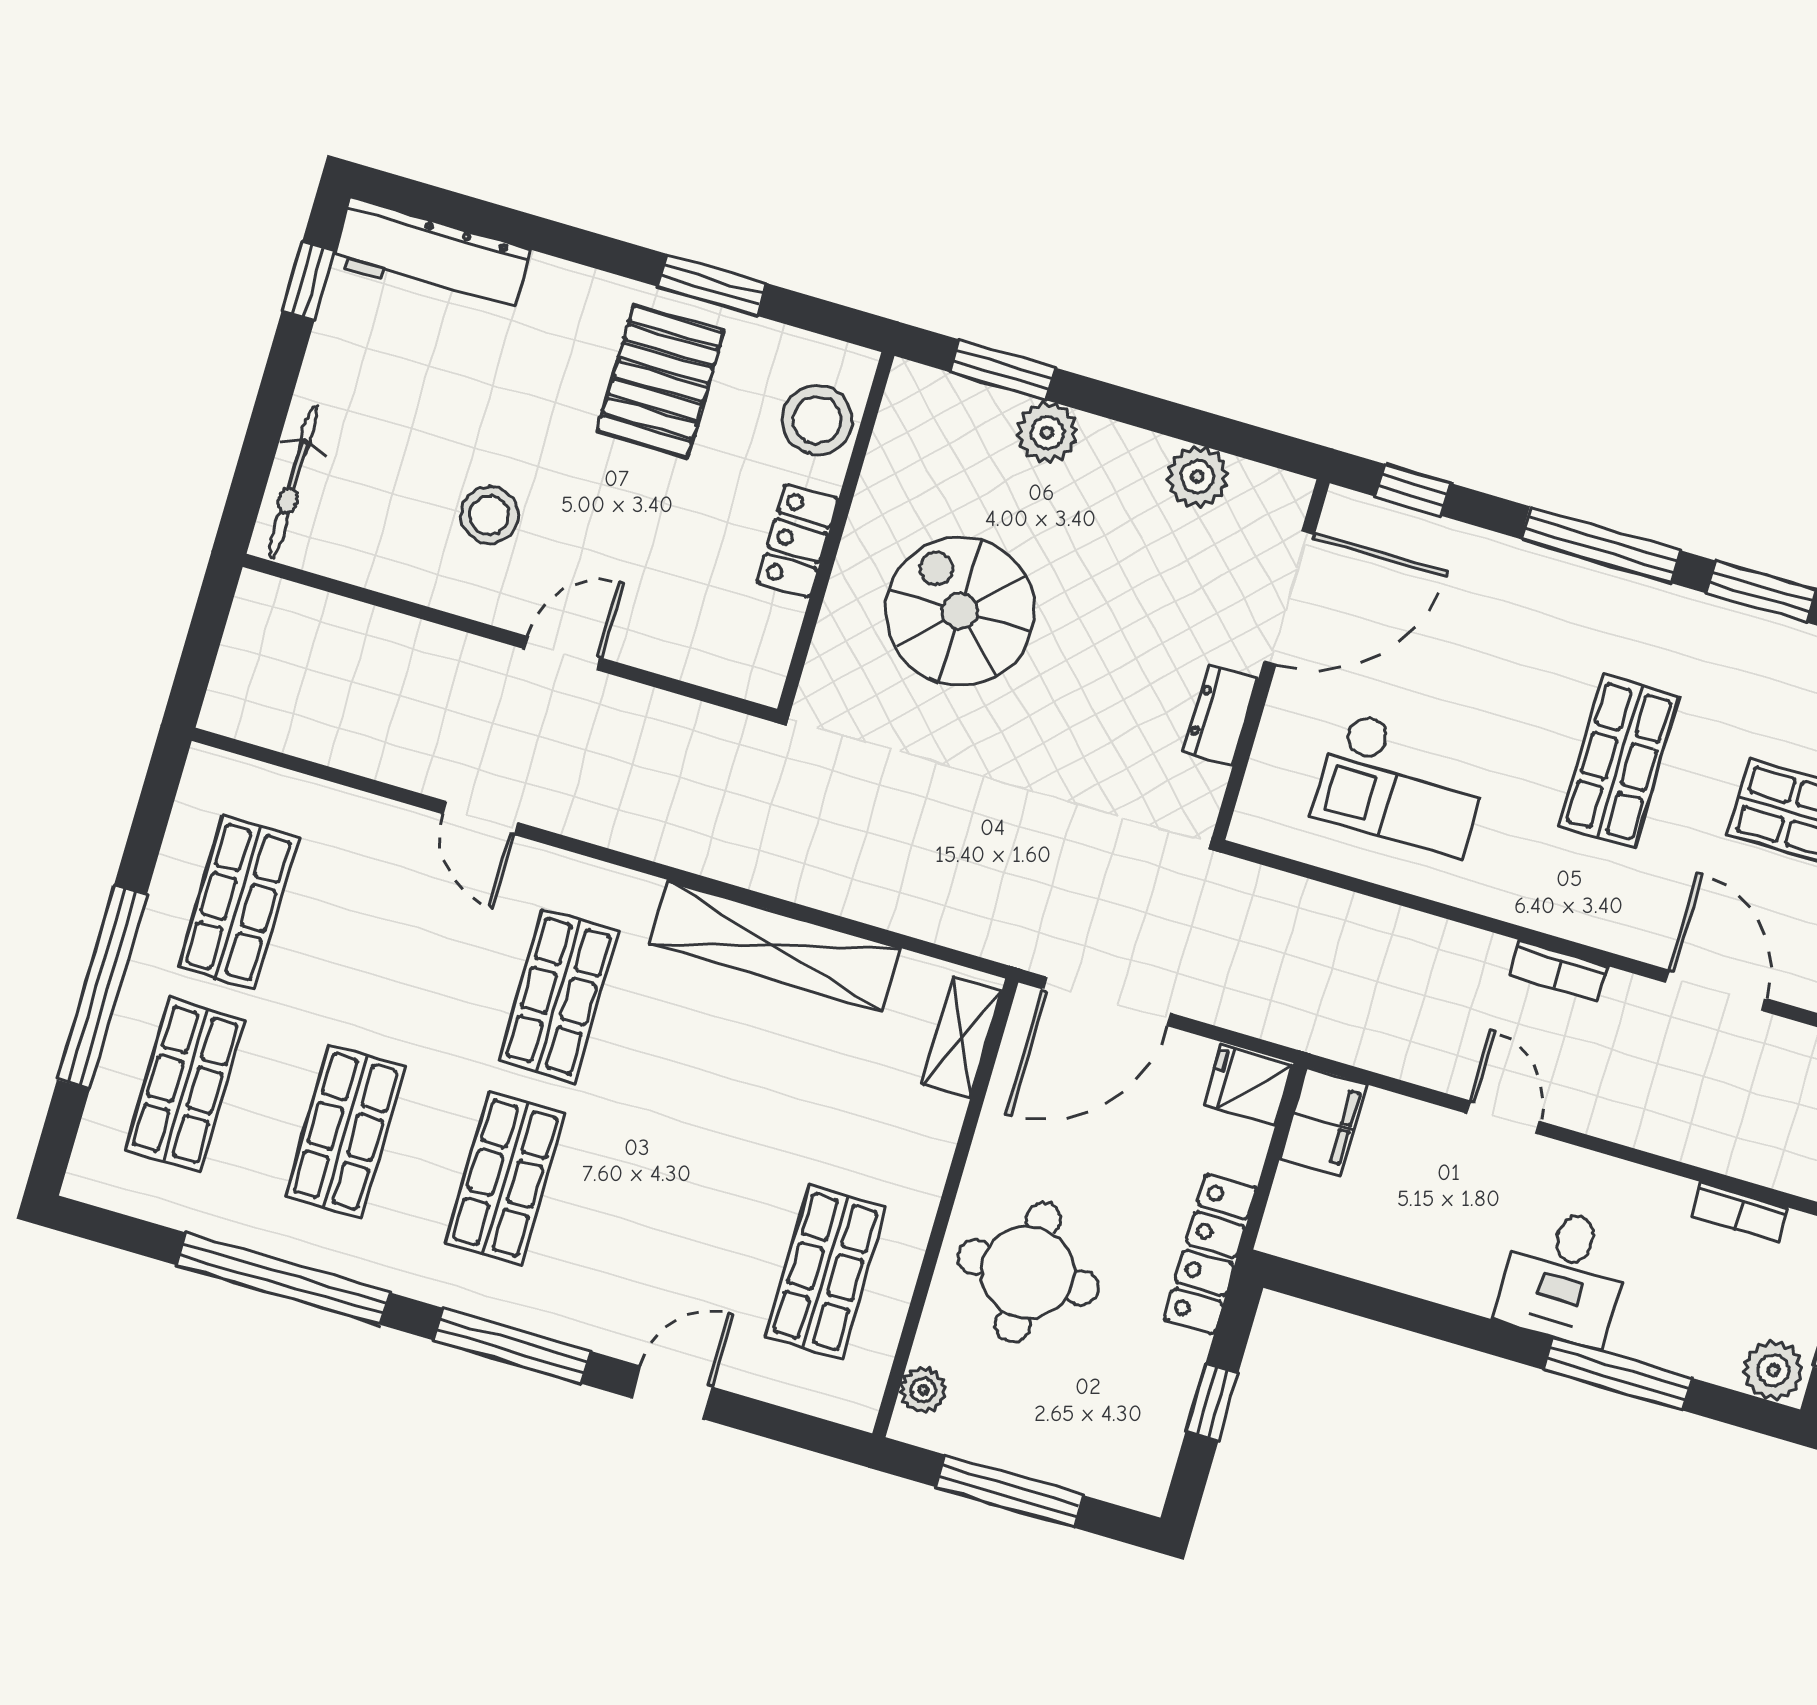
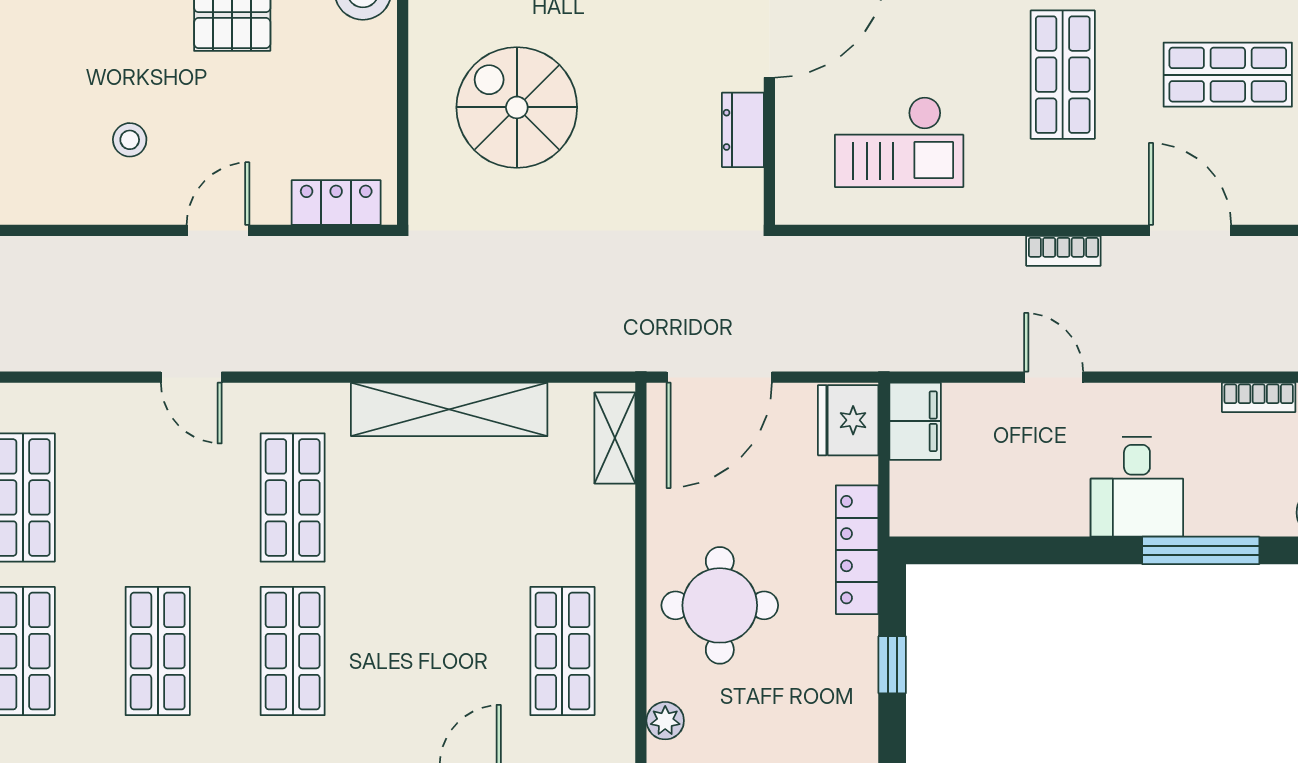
stool: (489, 515) -> (130, 140), width x0.73, depth x0.73
locker: (797, 541) -> (336, 203), moved, turned 90
fridge: (1248, 1085) -> (848, 420), width x1.38

